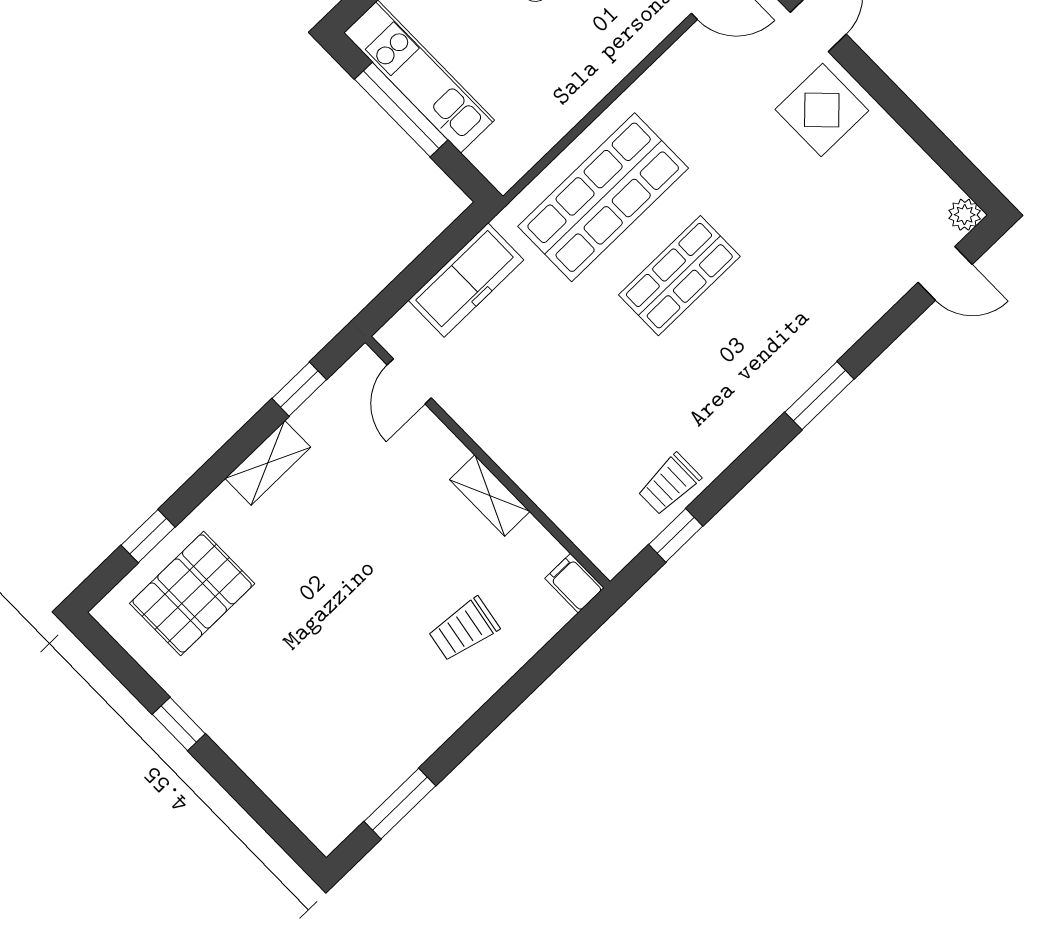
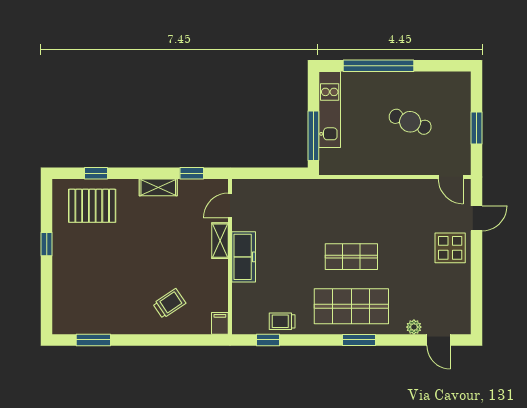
window: (401, 110) -> (313, 136), moved
shop shelf: (603, 197) -> (351, 306), moved
plant: (965, 215) -> (414, 327), moved
freezer: (466, 280) -> (244, 257), moved, turned -90
shelving: (490, 496) -> (220, 241), moved
trolley: (464, 629) -> (169, 303), turned 136

